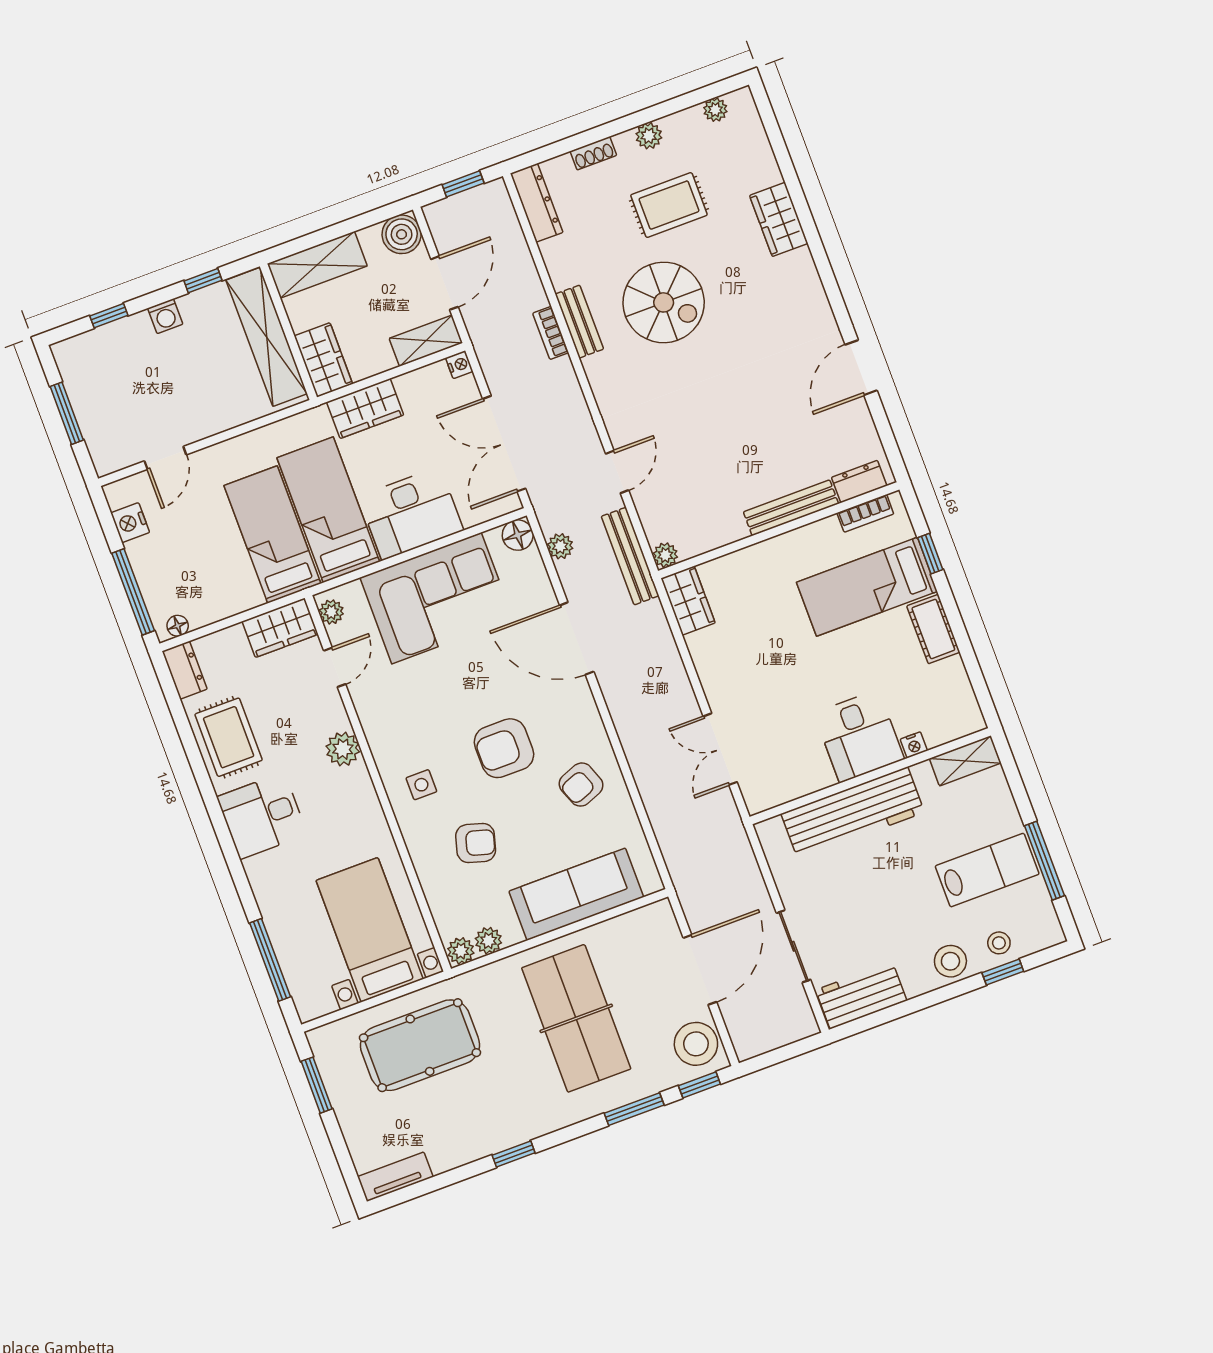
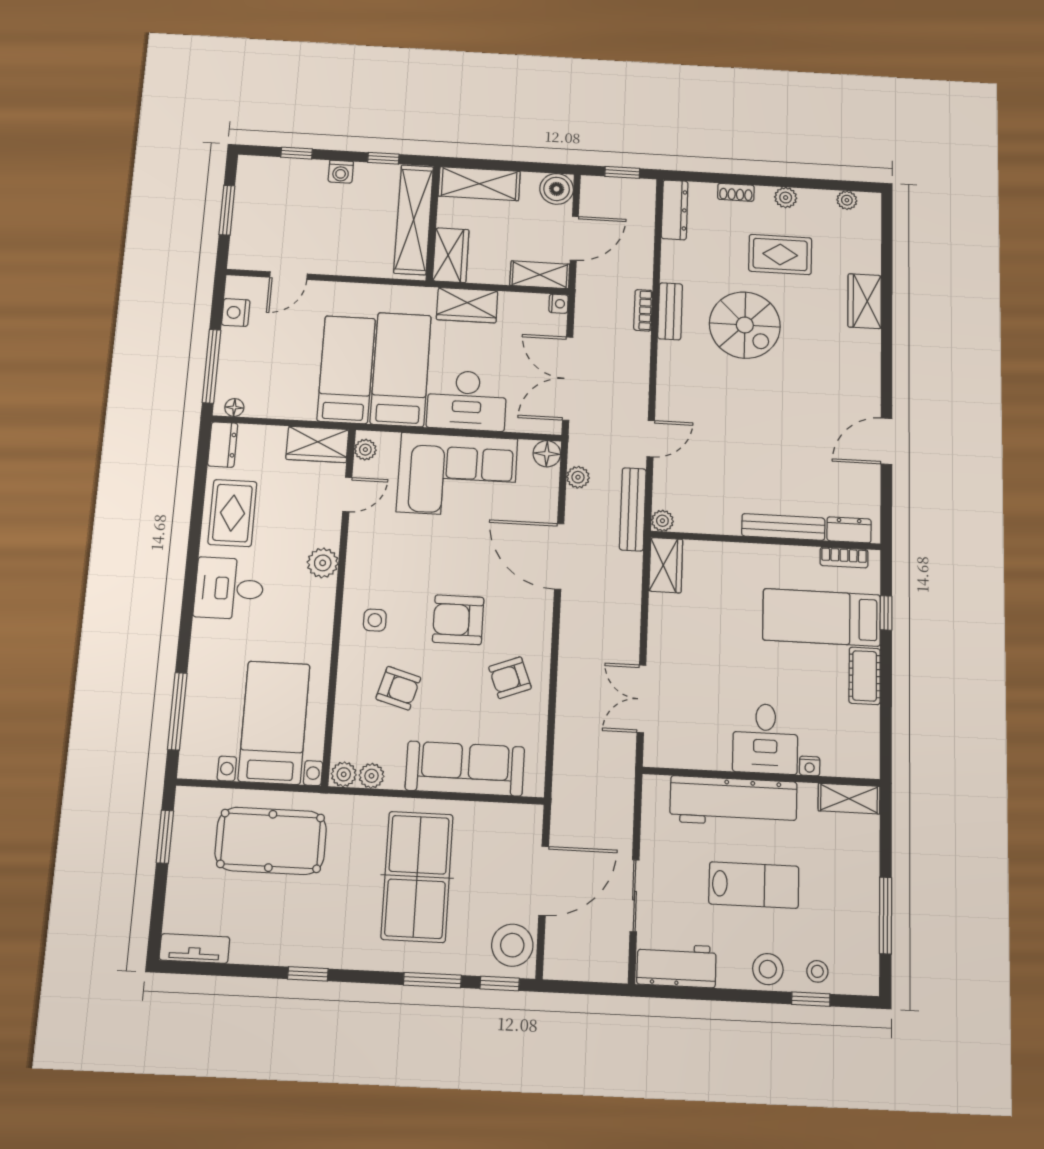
lab bench: (987, 870) -> (754, 885), moved

